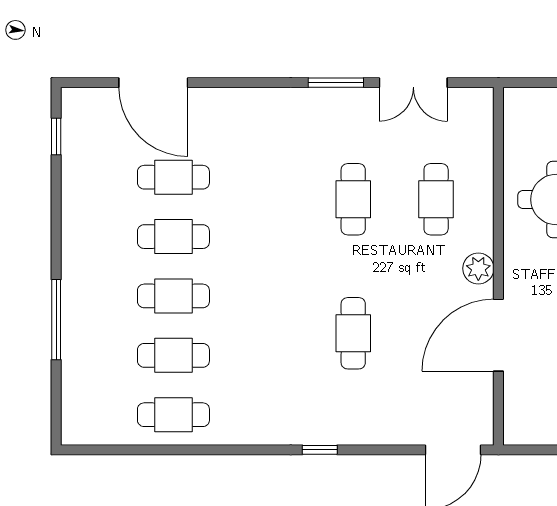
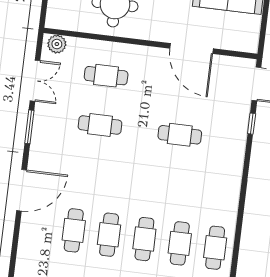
door: (153, 83) -> (22, 190), moved
plant: (478, 268) -> (57, 44), moved
window: (320, 450) -> (252, 124), moved

